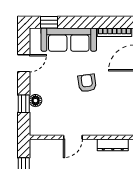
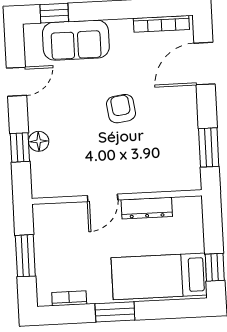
sofa: (69, 40) -> (76, 40), width x0.73
dresser: (113, 145) -> (147, 208), moved

